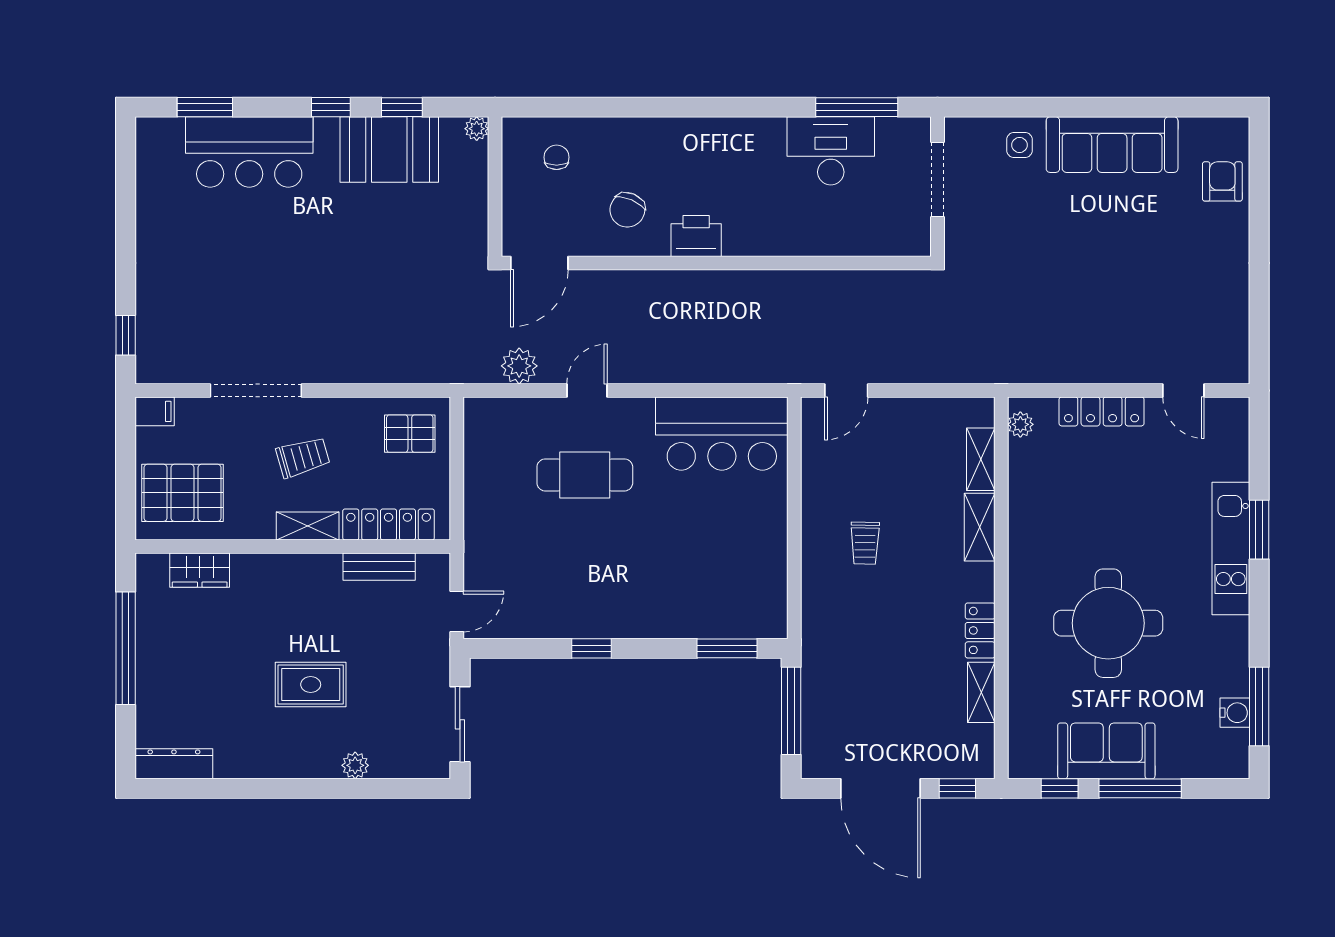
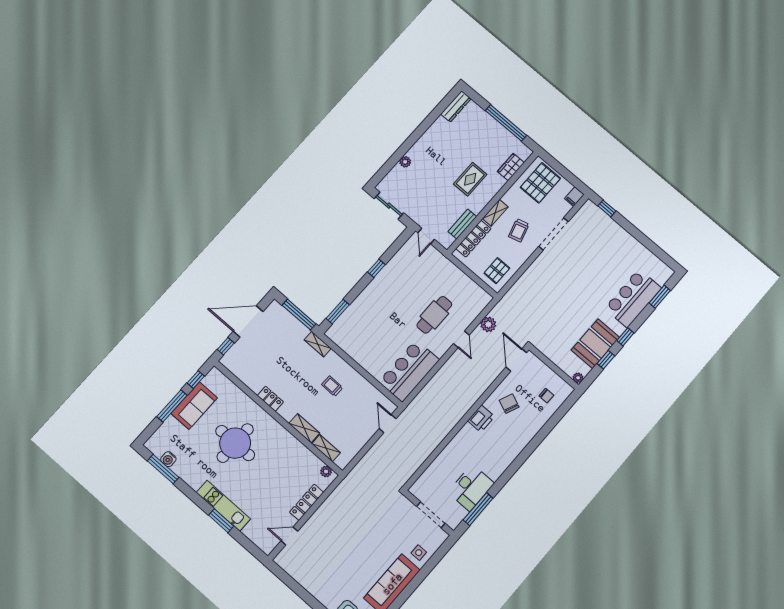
rug: (311, 685) -> (470, 179), moved
shelving: (981, 692) -> (318, 344), moved

